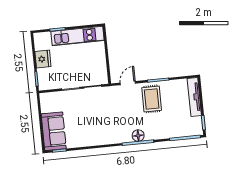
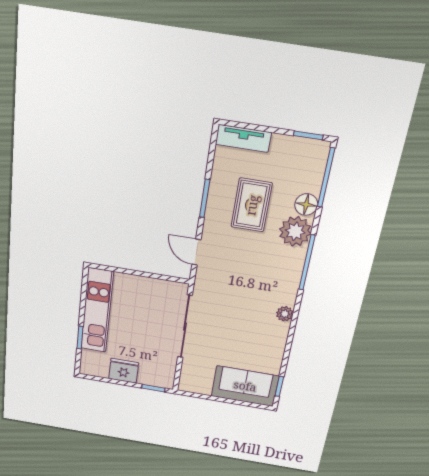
tv unit: (194, 97) -> (243, 138), width x0.71
rug: (152, 99) -> (252, 205), moved, turned 90
plant: (153, 131) -> (295, 231), added
floor lamp: (138, 136) -> (306, 205), moved
plant: (105, 140) -> (285, 314), added

